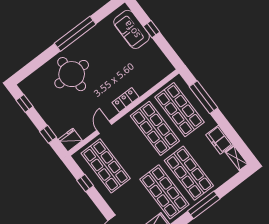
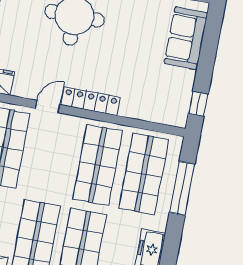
window: (152, 29) -> (198, 104), moved
locker: (126, 100) -> (90, 101), width x1.53

